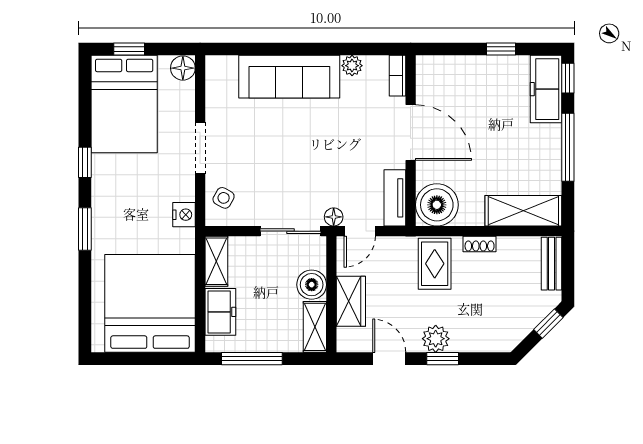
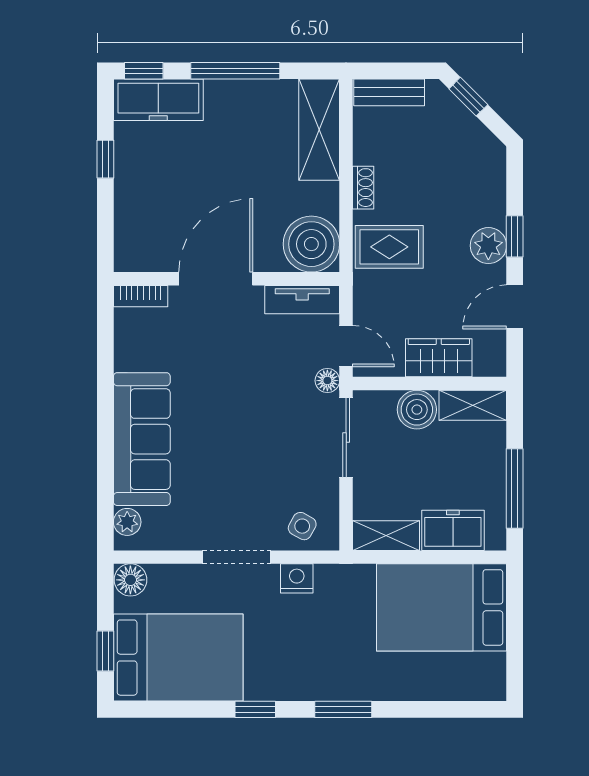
plant: (352, 66) -> (127, 522), moved
nightstand: (184, 215) -> (297, 578), moved
bed: (150, 303) -> (442, 607), width x0.73

